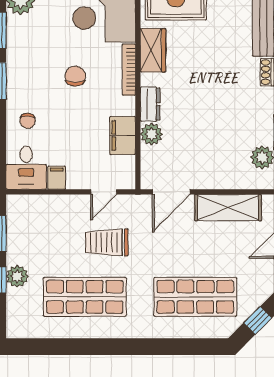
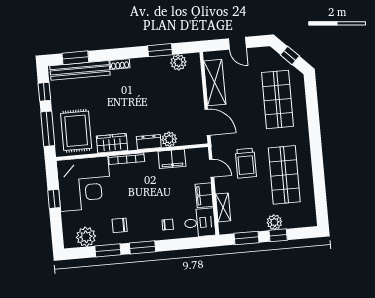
chair: (75, 76) -> (120, 225), moved
filing cabinet: (57, 178) -> (204, 195), width x2.00
shelving: (45, 204) -> (223, 207), added

